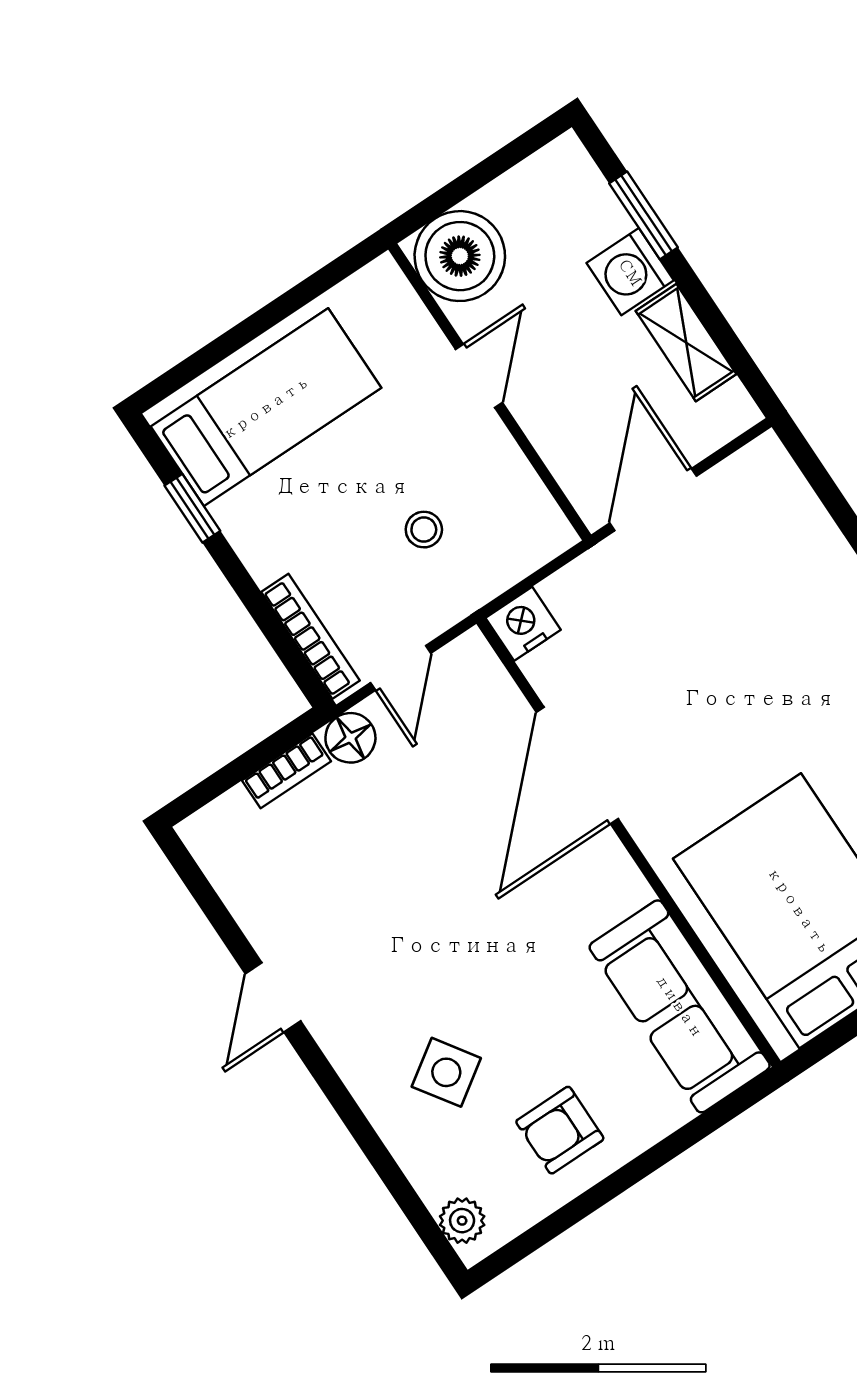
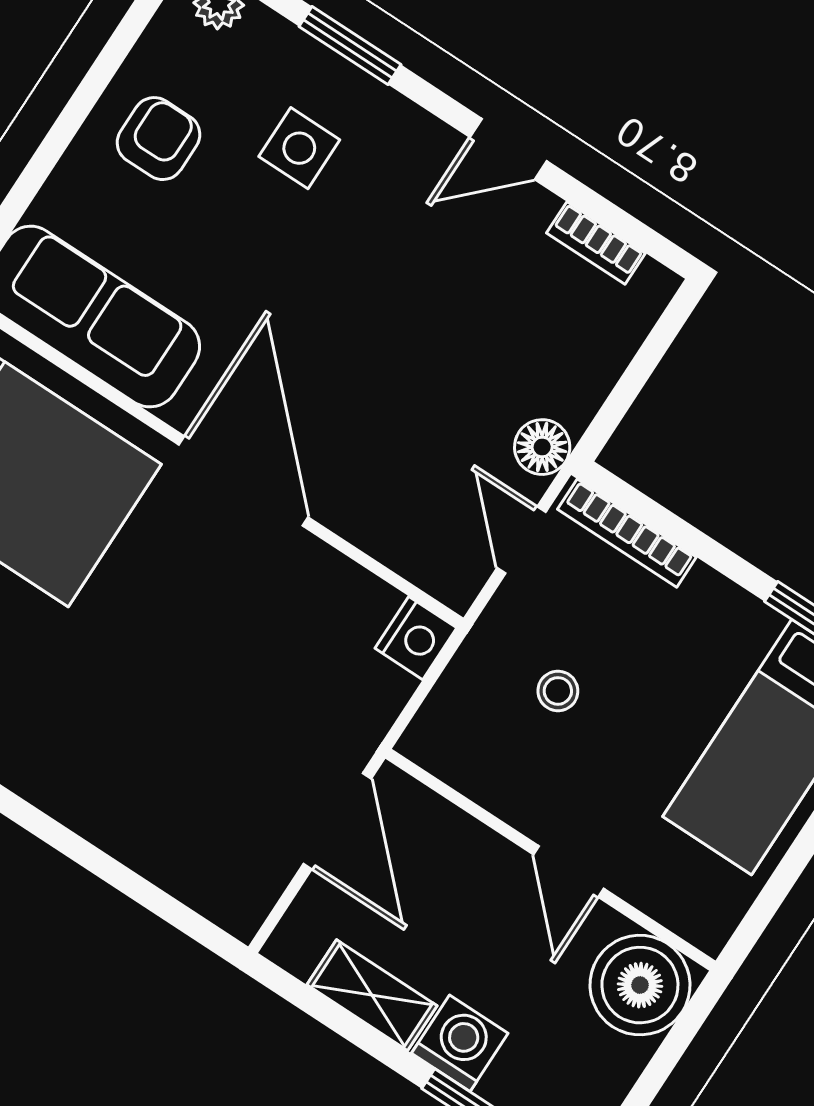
door: (577, 765) -> (244, 481), moved
bookcase: (286, 771) -> (596, 243), moved, turned -90
door: (273, 997) -> (508, 149), swing flipped
side table: (446, 1072) -> (299, 148), turned 34
window: (368, 1140) -> (350, 46), added

